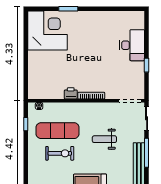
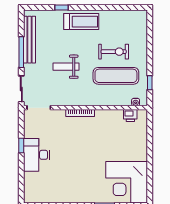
desk: (132, 45) -> (37, 155), moved
printer: (71, 93) -> (130, 115), moved
weight bench: (104, 139) -> (66, 67), turned 180
exercise bike: (60, 153) -> (114, 52), turned 180

